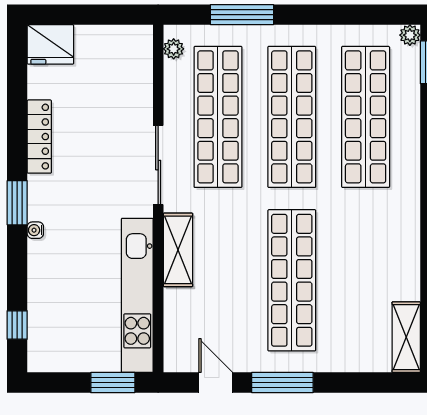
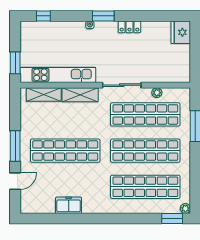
plant: (174, 49) -> (157, 93), moved
locker: (39, 137) -> (129, 27), width x0.66
freezer: (403, 274) -> (69, 205), added
shelving: (406, 337) -> (44, 95), moved
door: (216, 383) -> (15, 181), moved

